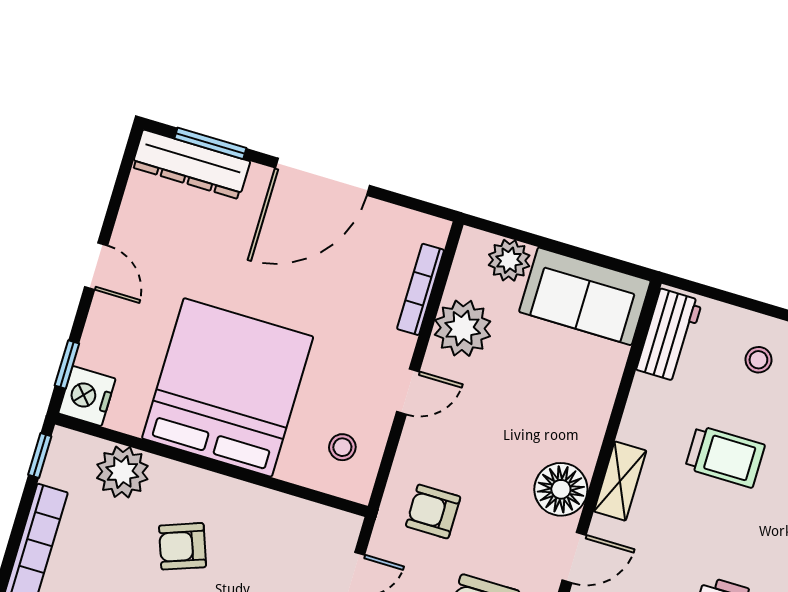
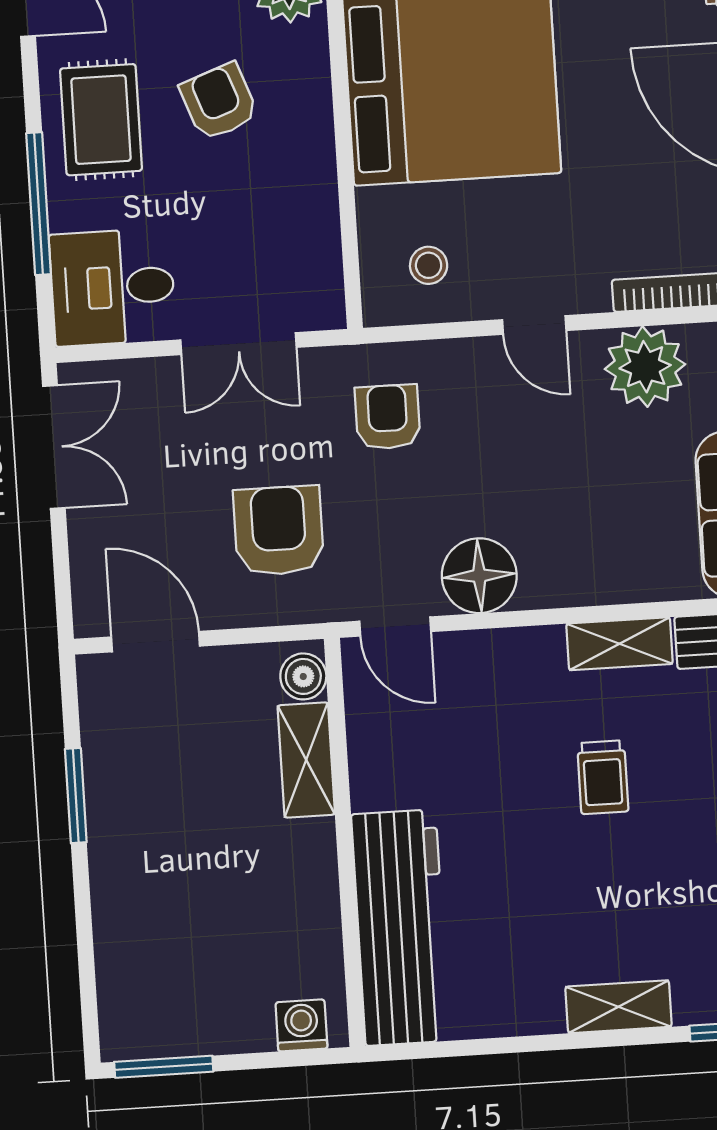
trolley: (725, 457) -> (603, 777), width x0.73, depth x0.72
shelving: (620, 481) -> (620, 644), moved

